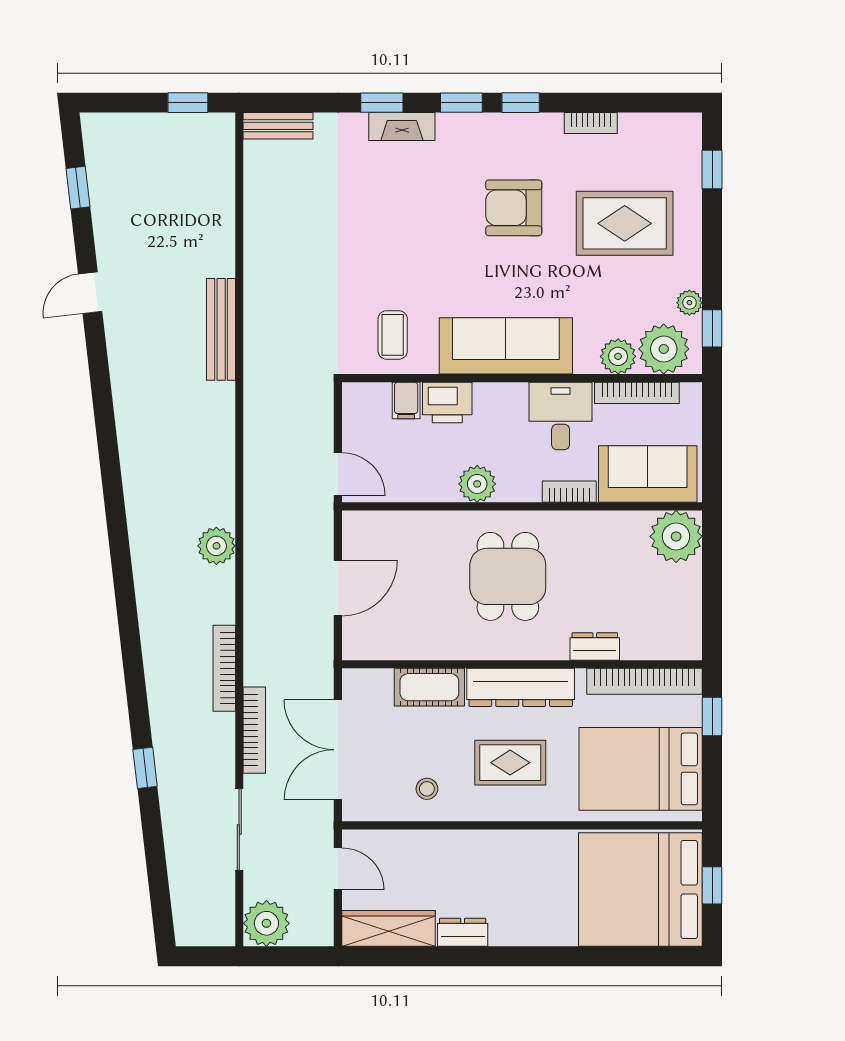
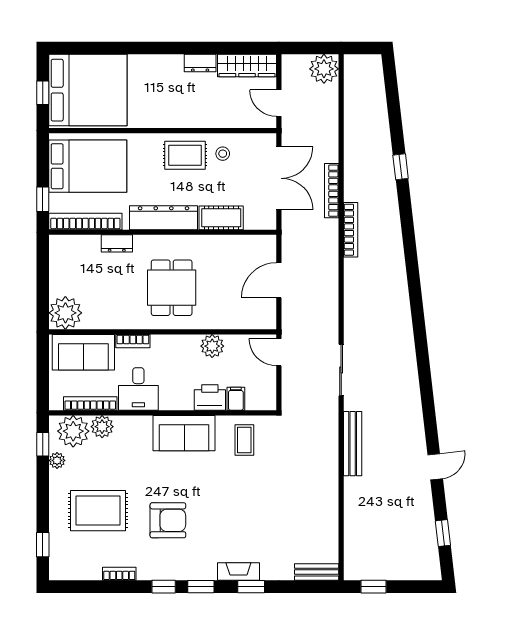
sofa: (506, 346) -> (184, 433), width x0.73
plant: (477, 484) -> (212, 346), moved
plant: (216, 546) -> (356, 307), removed
rug: (510, 763) -> (185, 155), moved
sliding door: (239, 830) -> (341, 370), moved

